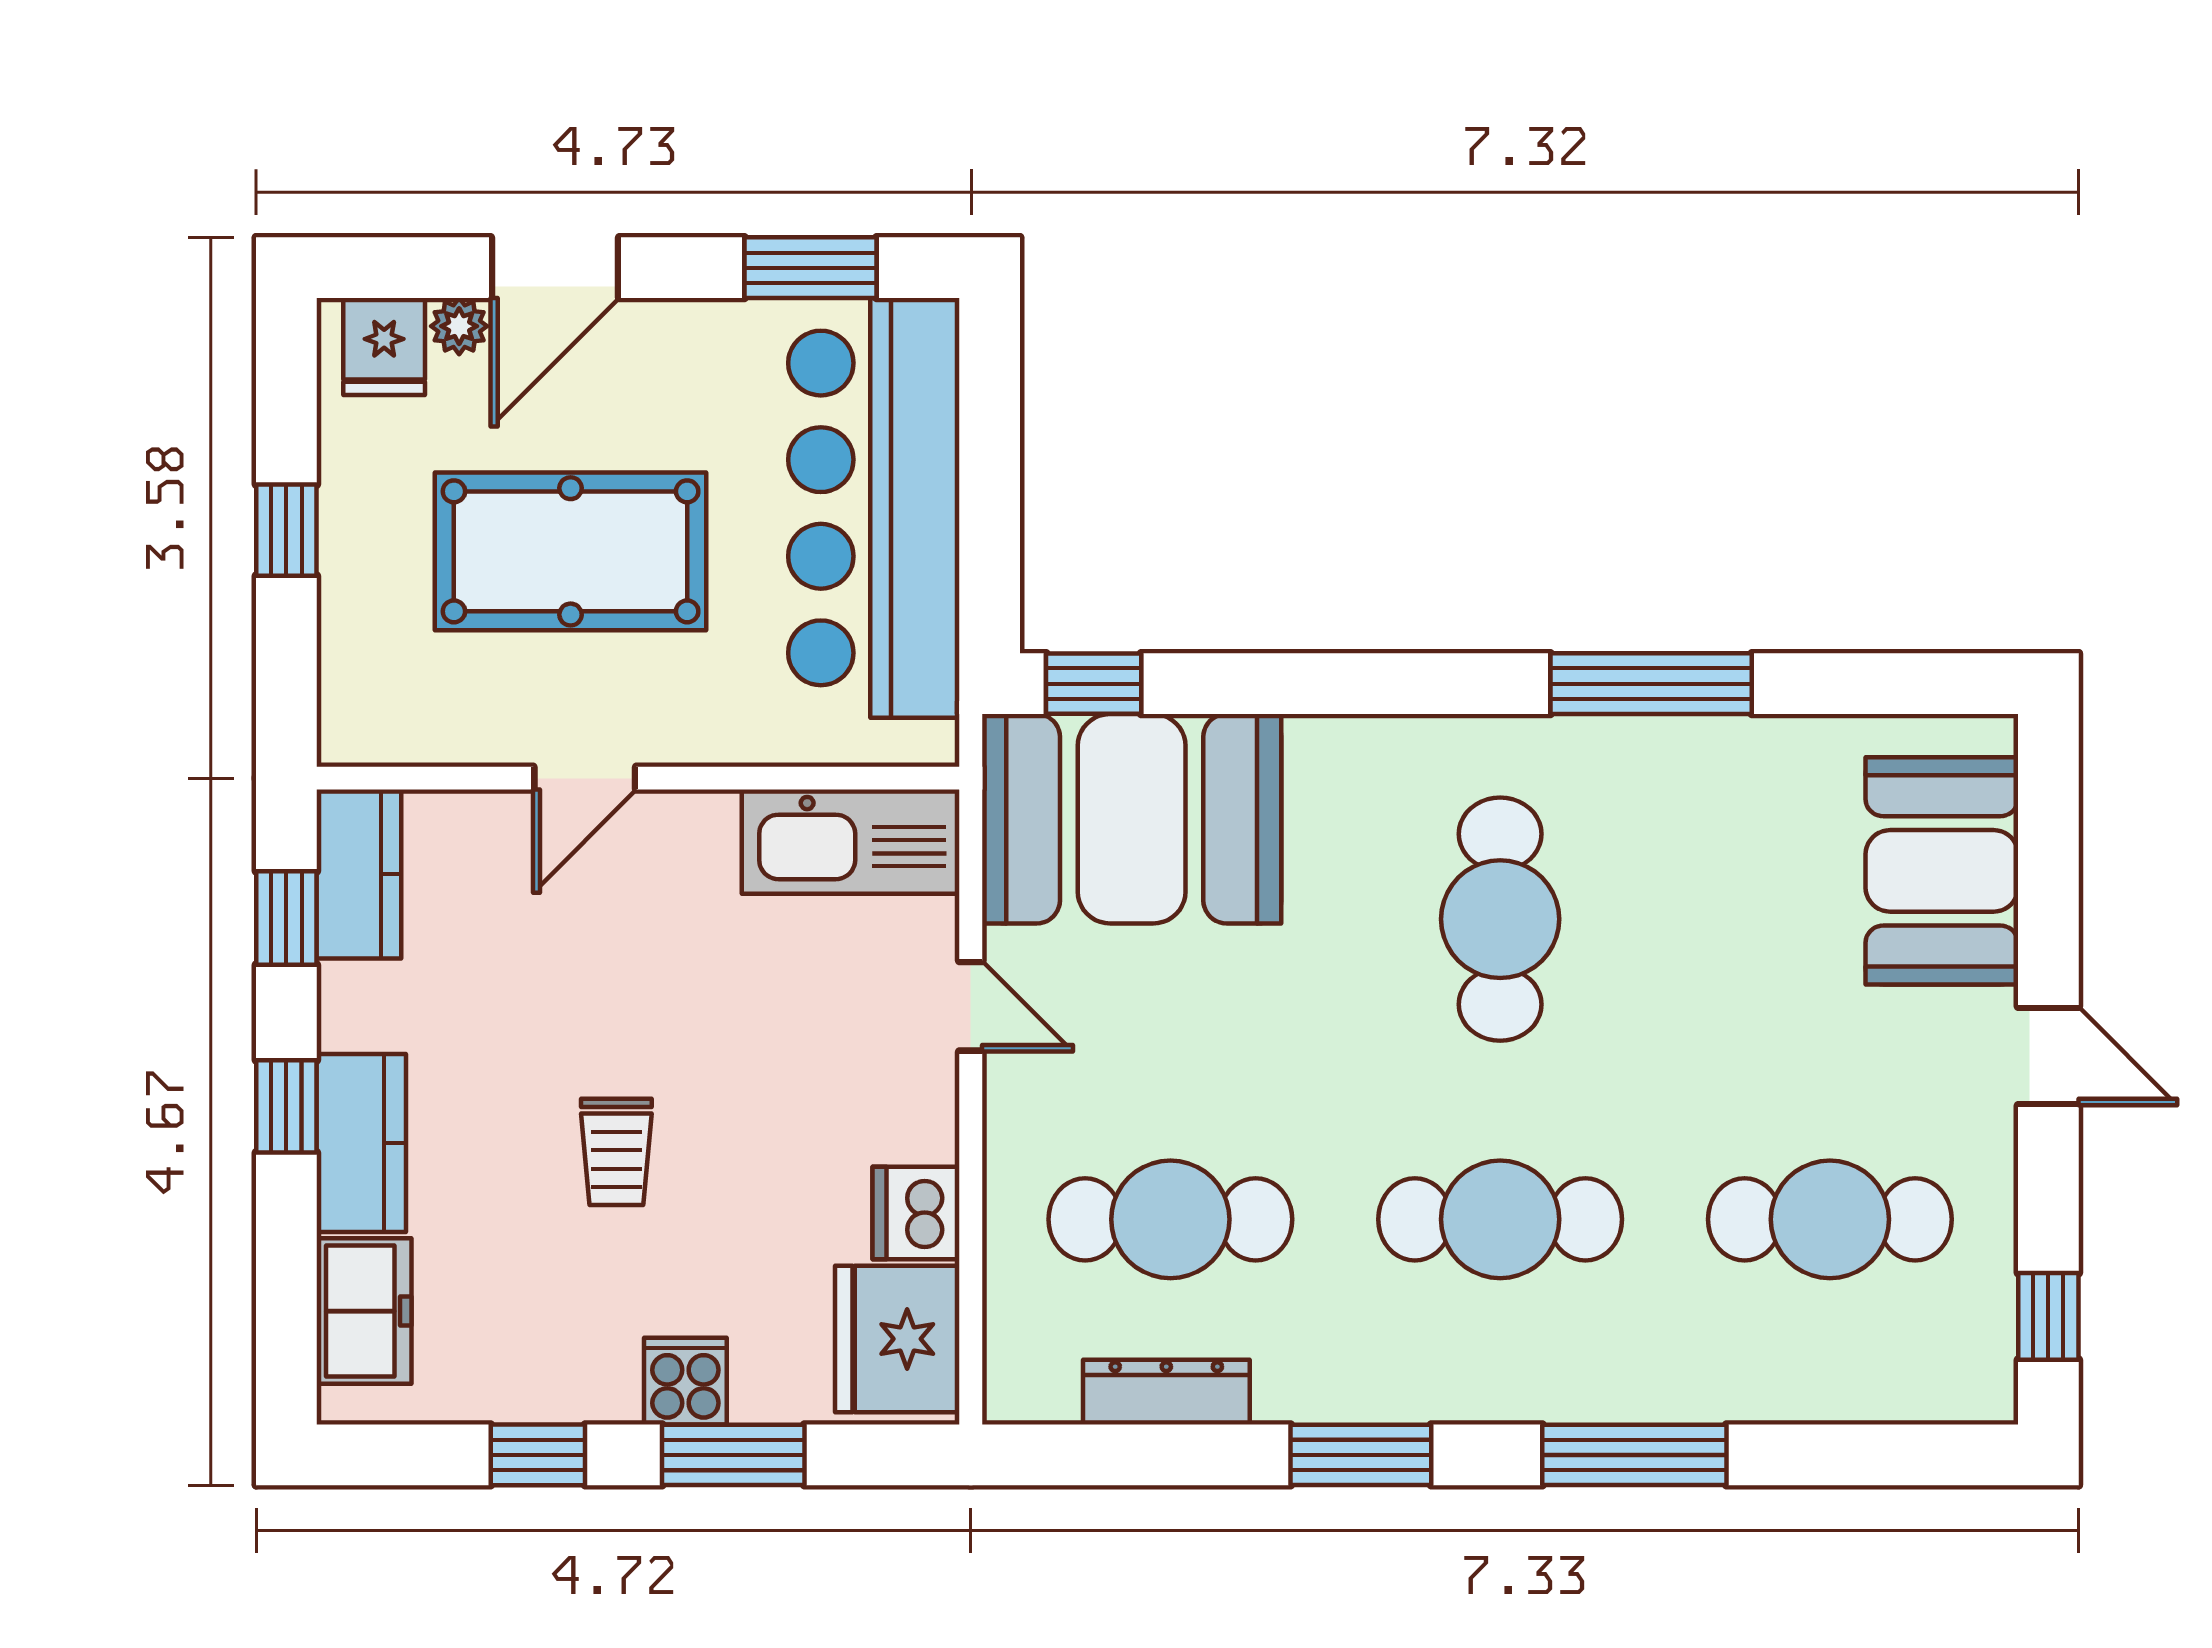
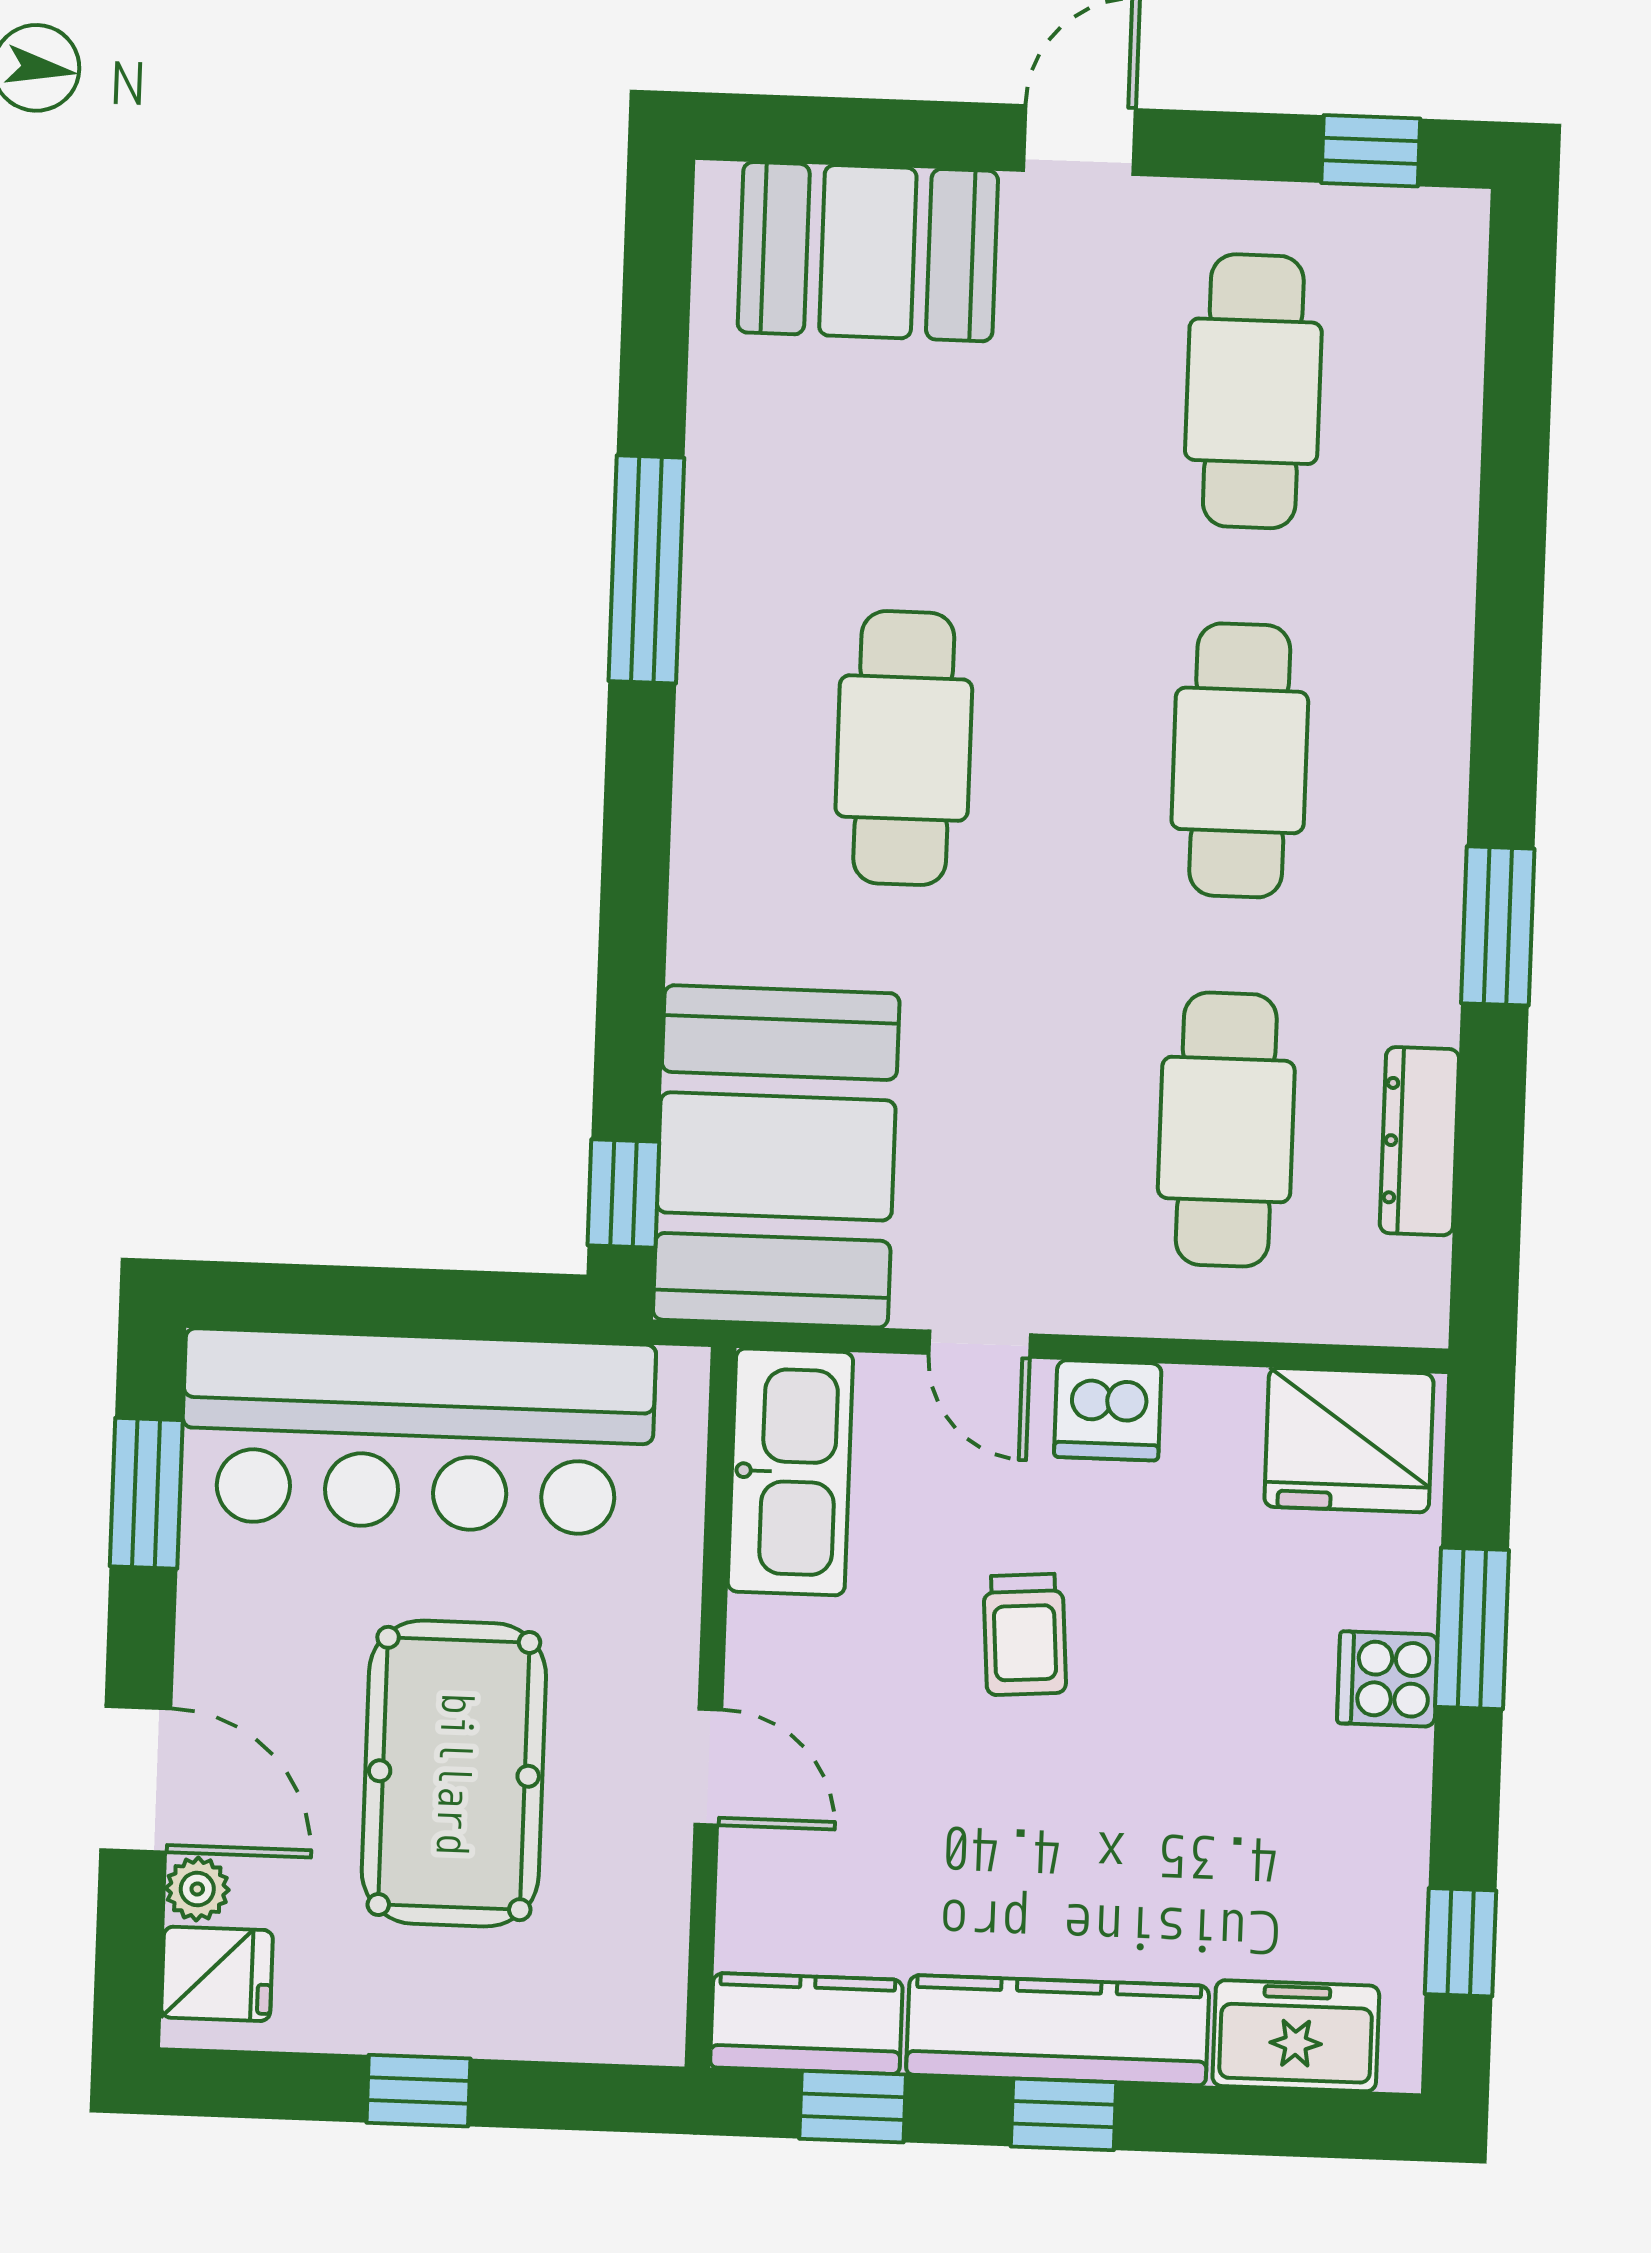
cafe table: (1500, 919) -> (904, 748), turned 90
door: (971, 1006) -> (980, 1344), swing flipped
kitchen counter: (361, 1143) -> (1058, 2030), width x1.50
trolley: (616, 1152) -> (1025, 1634), moved, turned 86
dishwasher: (916, 1213) -> (1108, 1410), moved
window: (538, 1455) -> (1460, 1942), moved
window: (1634, 1455) -> (1509, 620), removed

